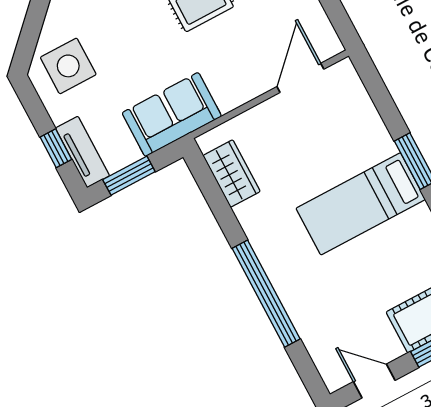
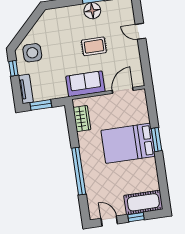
sofa: (172, 115) -> (85, 84), moved
window: (56, 148) -> (13, 68), moved
bed: (361, 204) -> (128, 143), width x1.50

